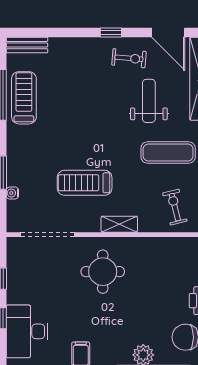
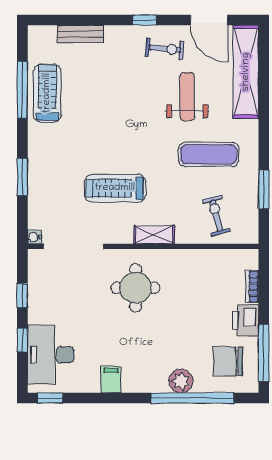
bench: (27, 45) -> (81, 34), moved
water cooler: (12, 193) -> (34, 237), moved

